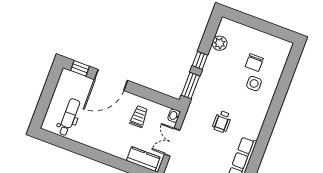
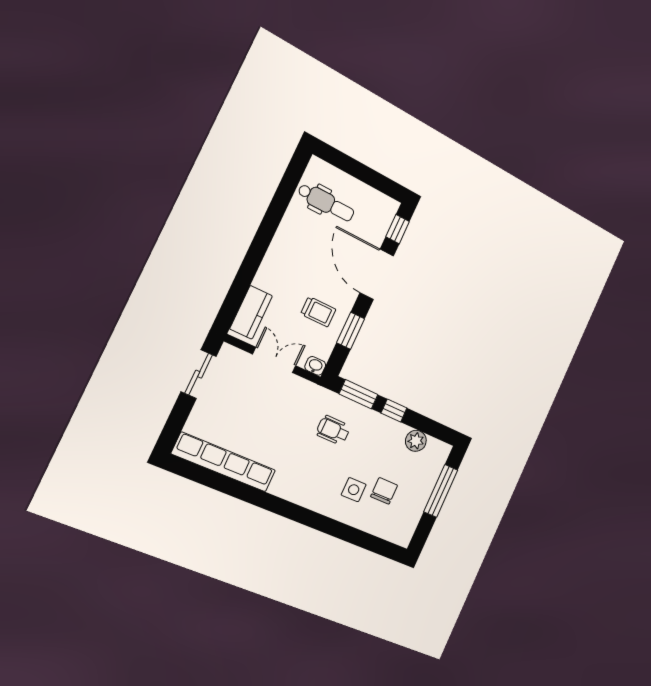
window: (253, 22) -> (441, 491), added
chair: (254, 63) -> (384, 491), turned 90
window: (149, 94) -> (351, 331), added
wheelchair: (222, 122) -> (333, 430), moved

